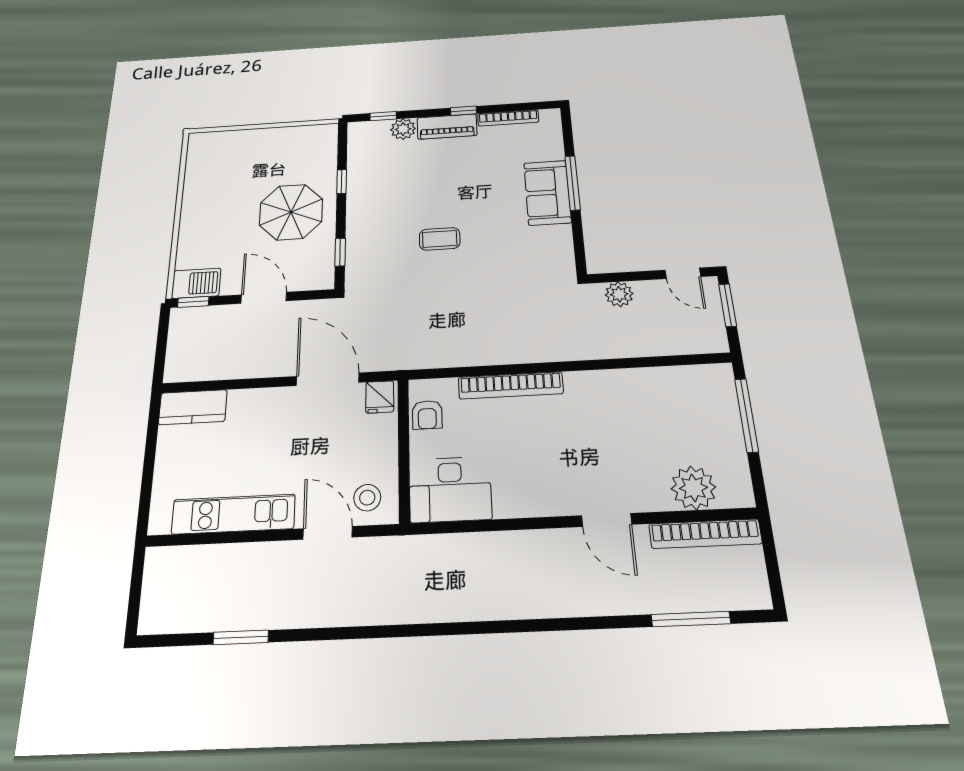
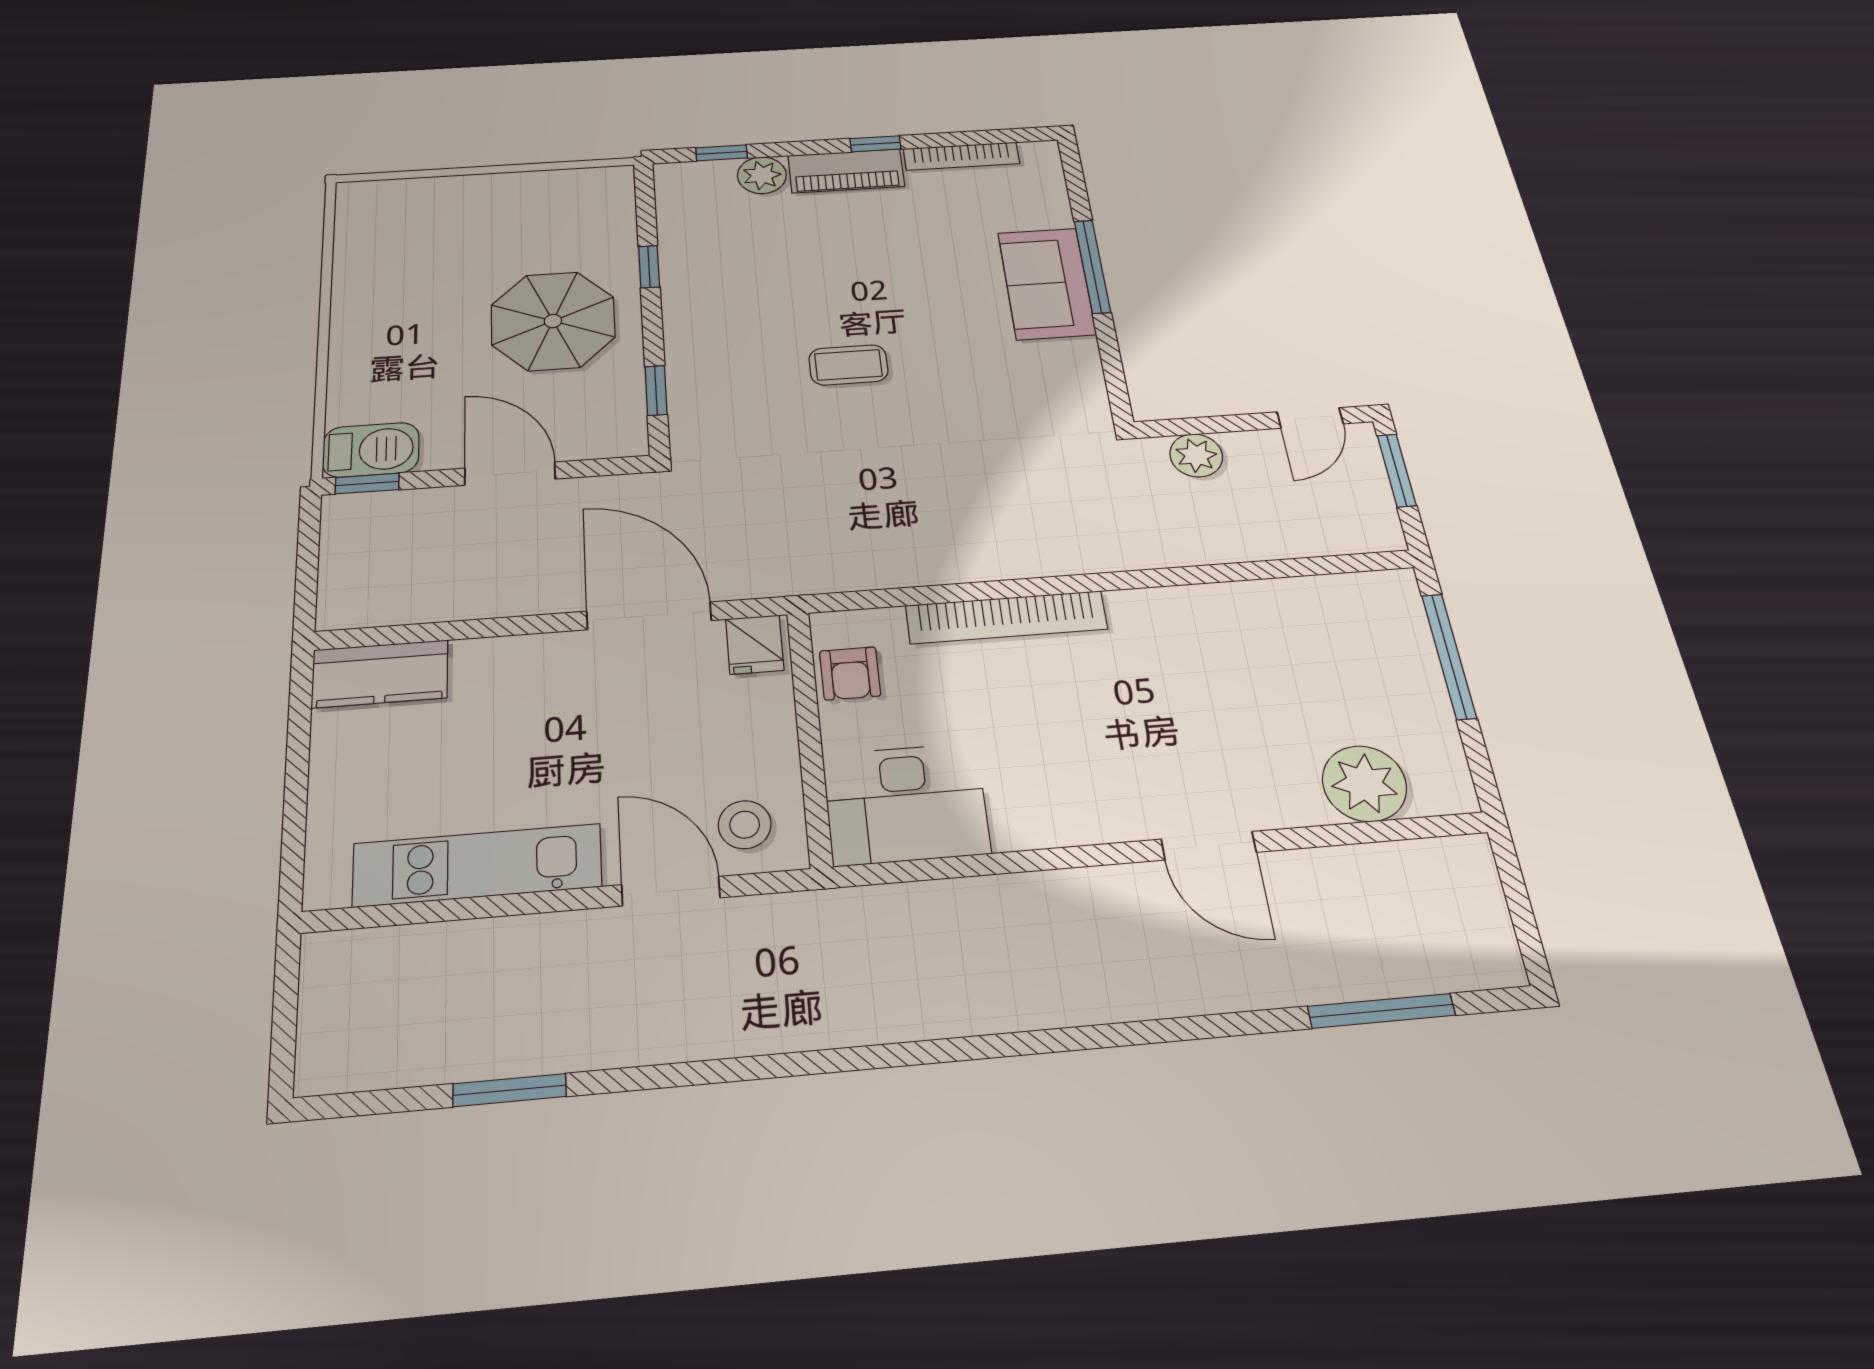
door: (683, 273) -> (1310, 418), hinge flipped
bookcase: (705, 534) -> (1394, 862), removed

